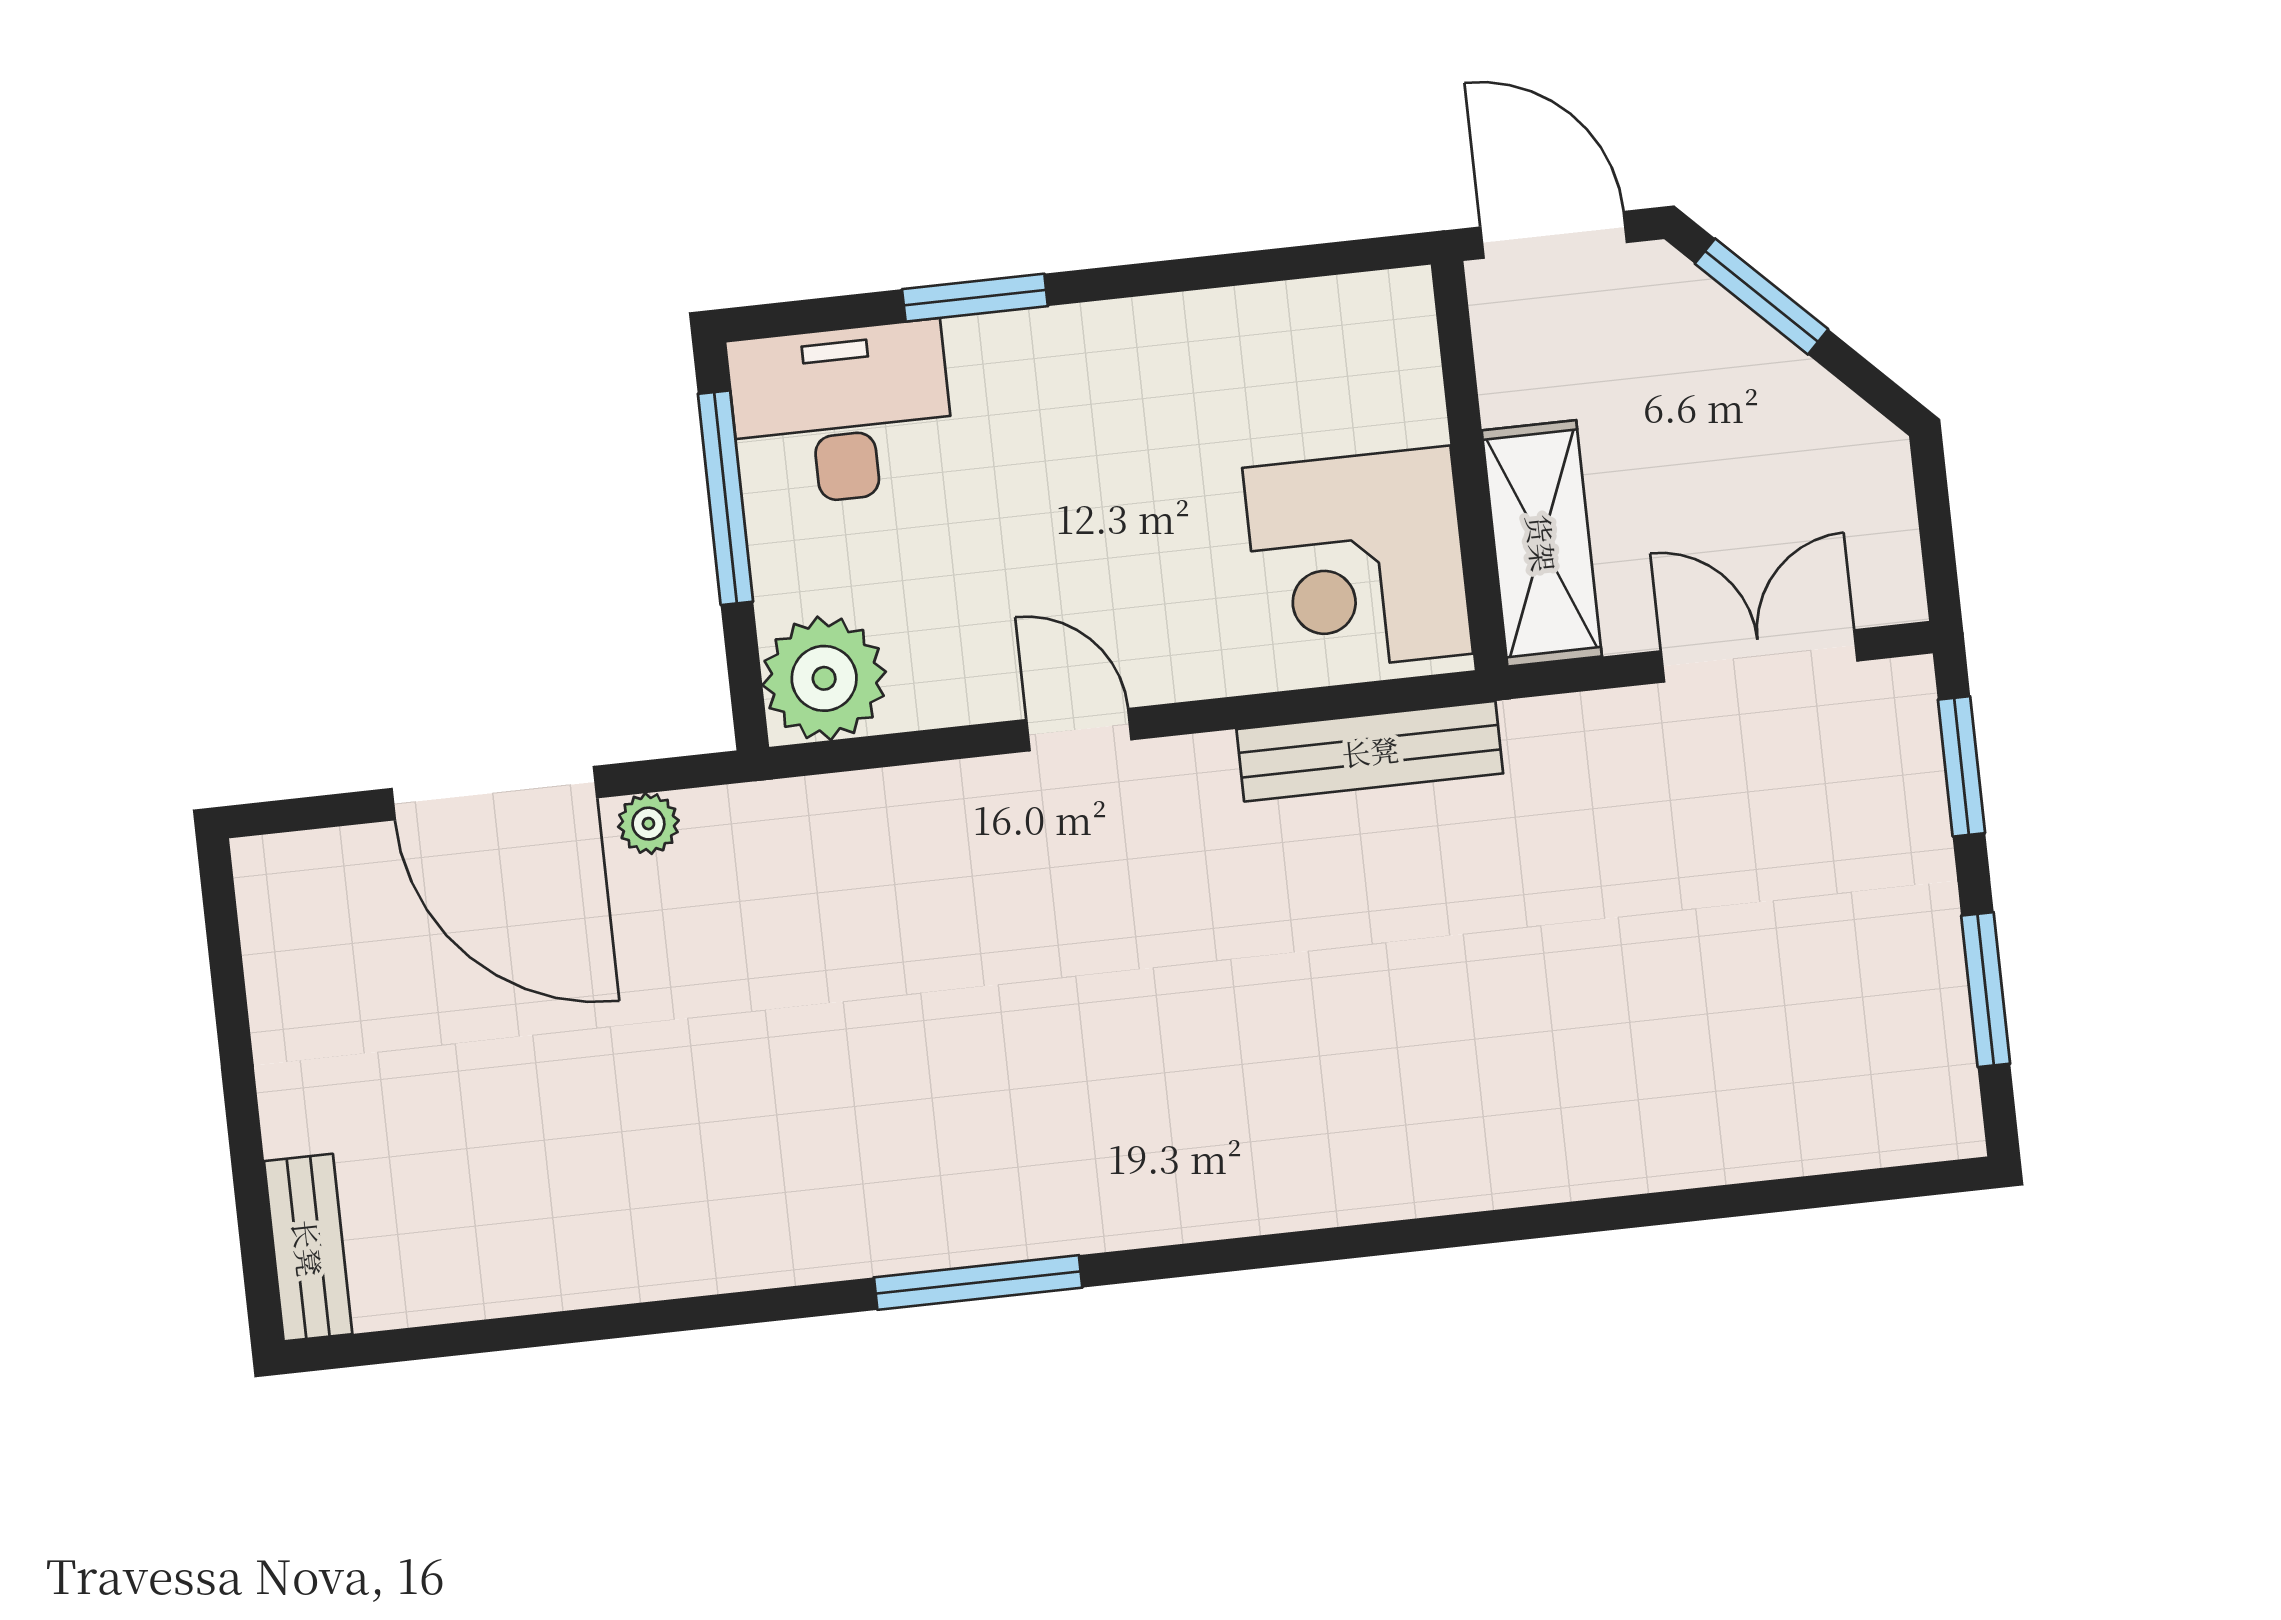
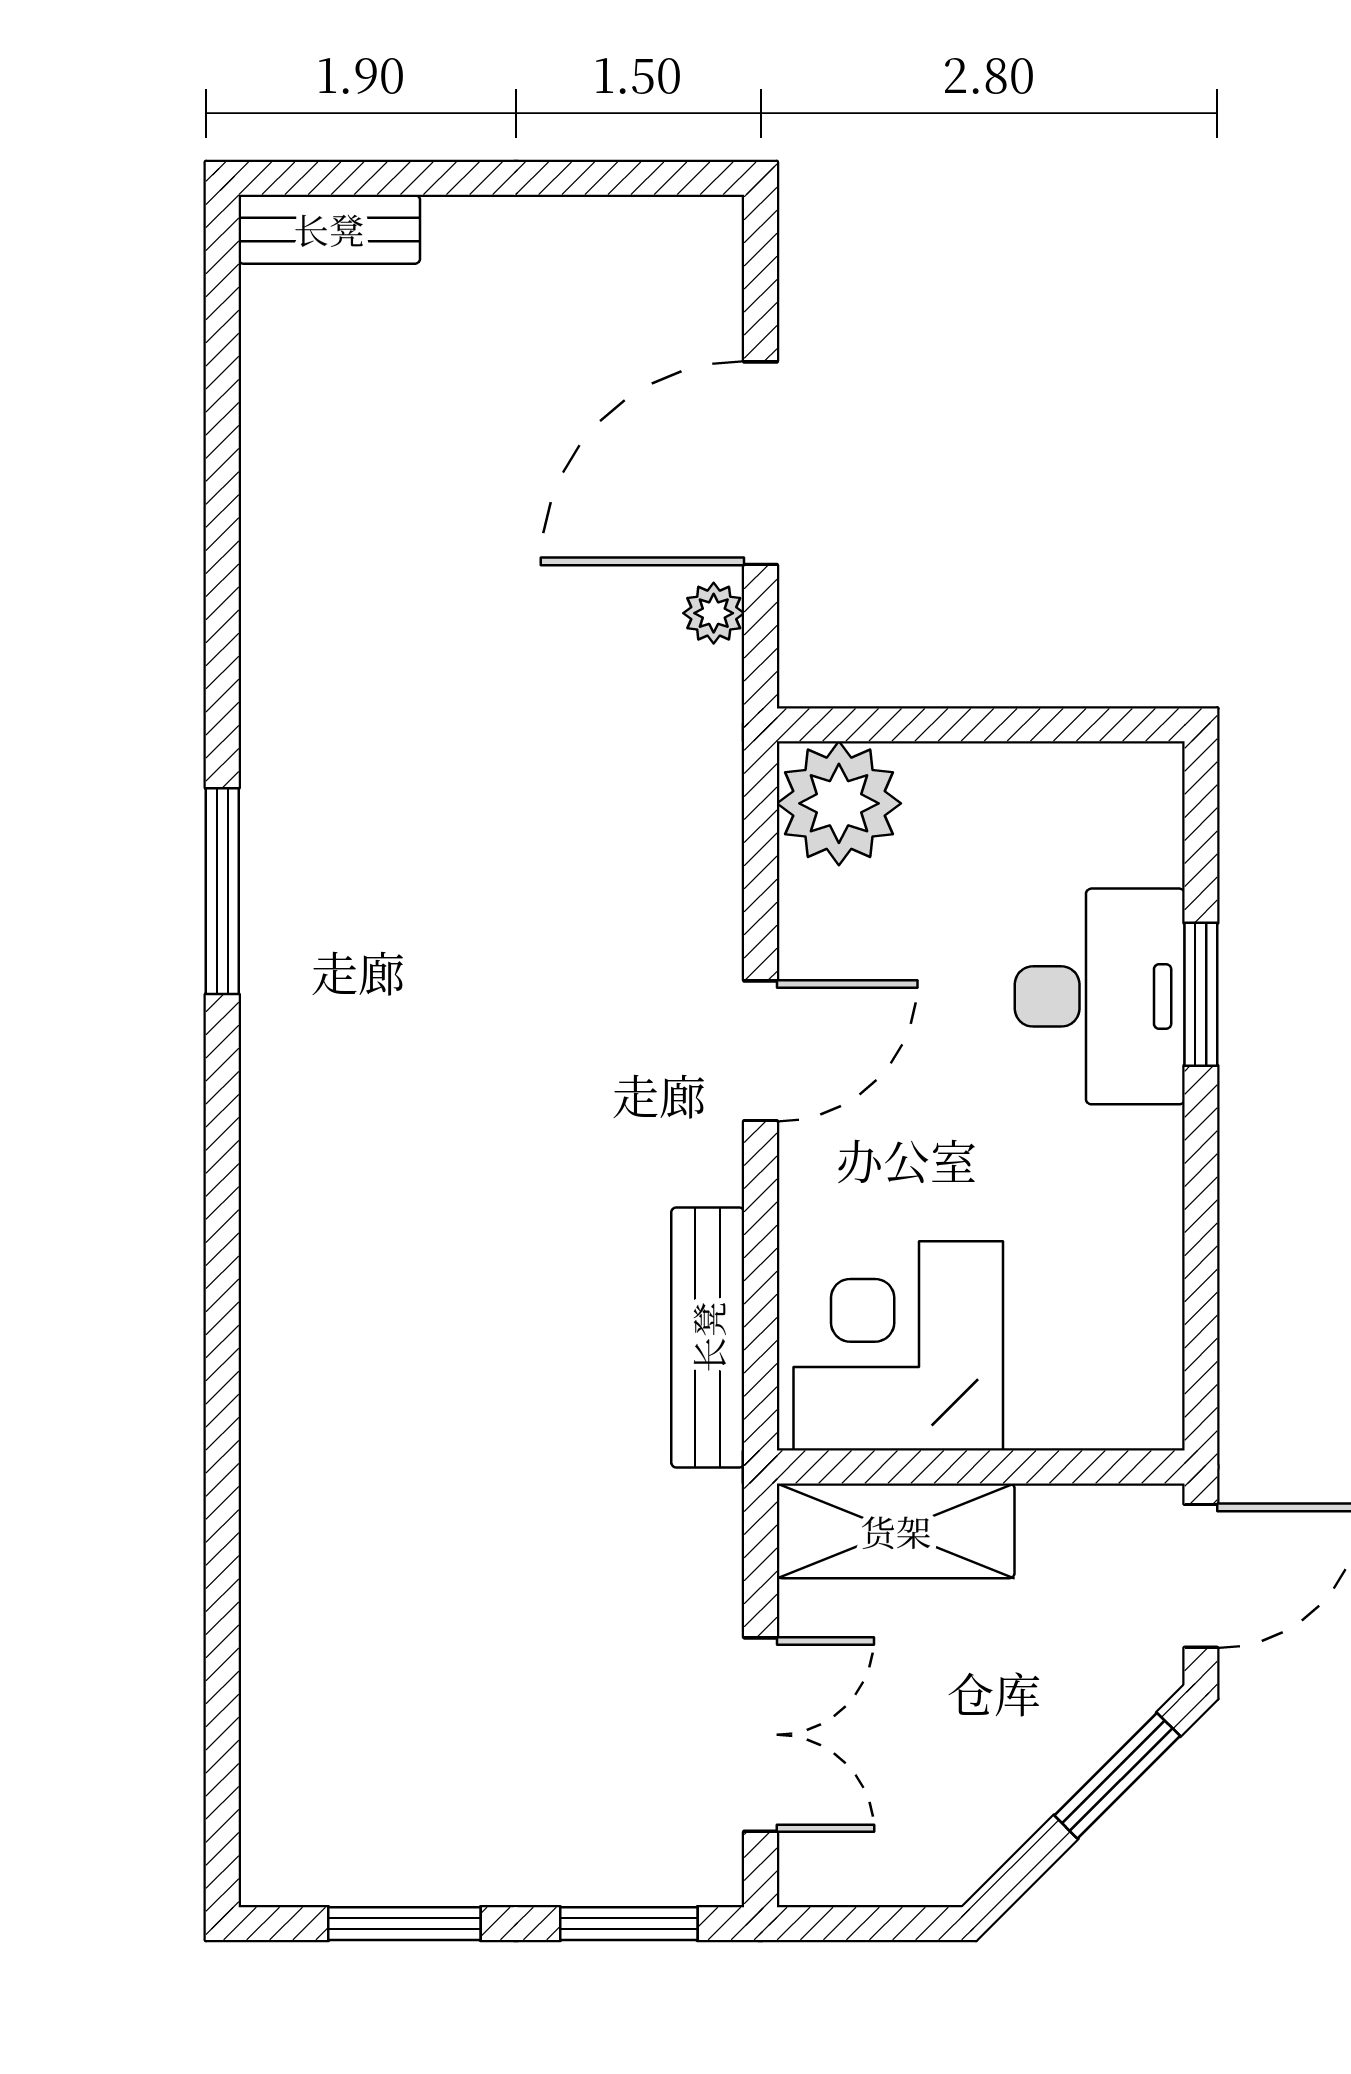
desk: (842, 414) -> (1100, 996), moved
window: (725, 498) -> (1029, 725), removed
door: (1079, 730) -> (761, 1051), width x1.38

